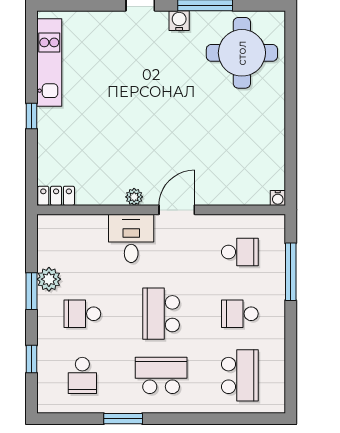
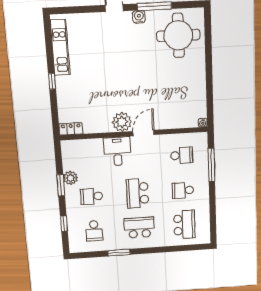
plant: (134, 197) -> (122, 122), width x1.88, depth x1.88

